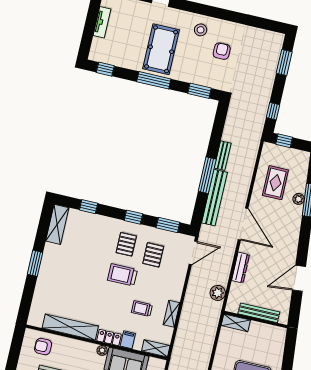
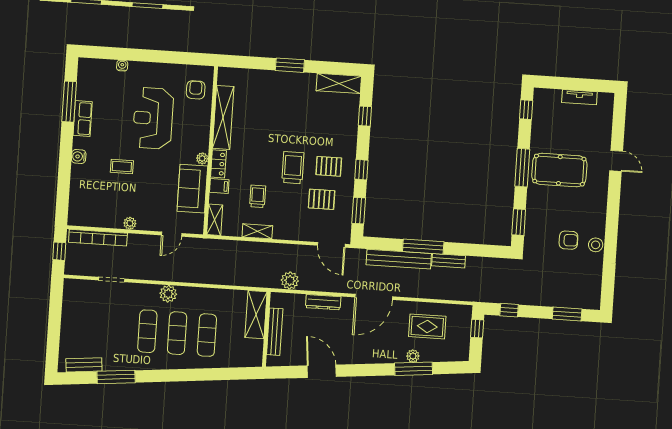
stool: (201, 30) -> (596, 245), moved
shelving: (236, 323) -> (256, 315), width x1.50, depth x1.33

